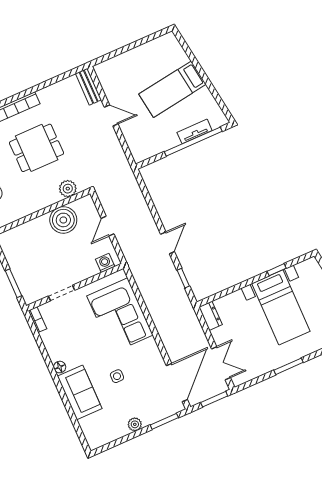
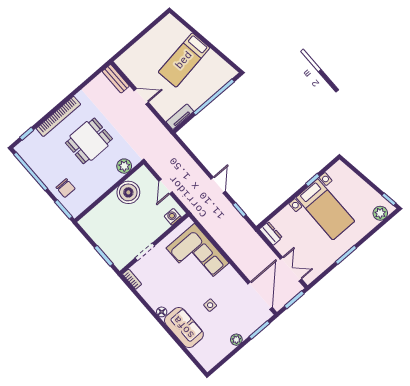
tv unit: (195, 131) -> (180, 117), moved

